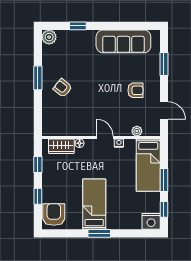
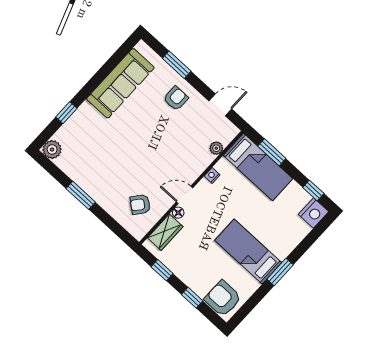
armchair: (63, 88) -> (140, 204), moved
armchair: (135, 90) -> (176, 98), moved
door: (105, 137) -> (184, 195), moved
window: (164, 180) -> (272, 152), moved

